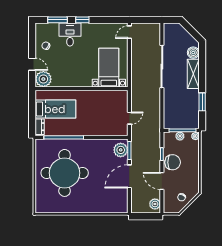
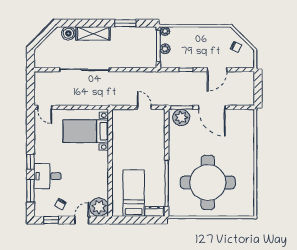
window: (32, 38) -> (51, 220), added
chair: (173, 162) -> (195, 57), removed
plant: (155, 204) -> (244, 78), removed

